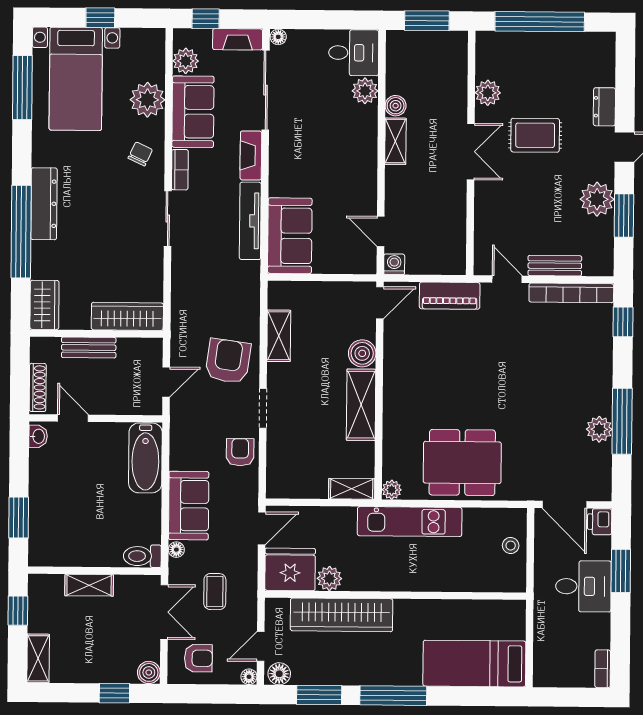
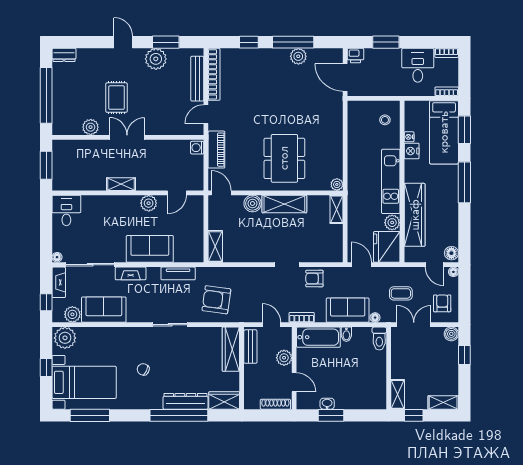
plant: (365, 91) -> (149, 203), moved
plant: (147, 100) -> (65, 338), moved
boiler: (396, 106) -> (99, 184), removed
dresser: (604, 107) -> (64, 55), moved
chair: (140, 154) -> (143, 369), moved
bookcase: (180, 170) -> (302, 317), moved
dresser: (44, 204) -> (185, 401), moved
tv unit: (250, 221) -> (178, 273), width x0.71
sofa: (290, 236) -> (150, 249), moved
washing machine: (394, 264) -> (197, 148), moved
bench: (555, 266) -> (197, 79), width x1.36
window: (623, 322) -> (249, 42), moved
shelving: (279, 336) -> (215, 246), moved, turned 90
bench: (89, 347) -> (250, 347), moved
armchair: (228, 361) -> (216, 300), moved
plant: (113, 402) -> (284, 358), added
door: (73, 418) -> (294, 382), swing flipped
washbasin: (38, 436) -> (327, 404), moved
dining table: (462, 462) -> (284, 158), moved
bidet: (150, 503) -> (346, 334), added
door: (564, 505) -> (345, 77), swing flipped
window: (19, 517) -> (331, 415), moved
kitchen unit: (410, 522) -> (391, 181), moved, turned 180
stool: (511, 546) -> (385, 120), moved
shelving: (89, 585) -> (398, 394), moved
desk: (583, 586) -> (418, 65), moved
nightstand: (468, 607) -> (409, 137), added
nightstand: (445, 611) -> (412, 151), added
bookcase: (540, 668) -> (447, 91), added
window: (319, 695) -> (464, 130), moved

